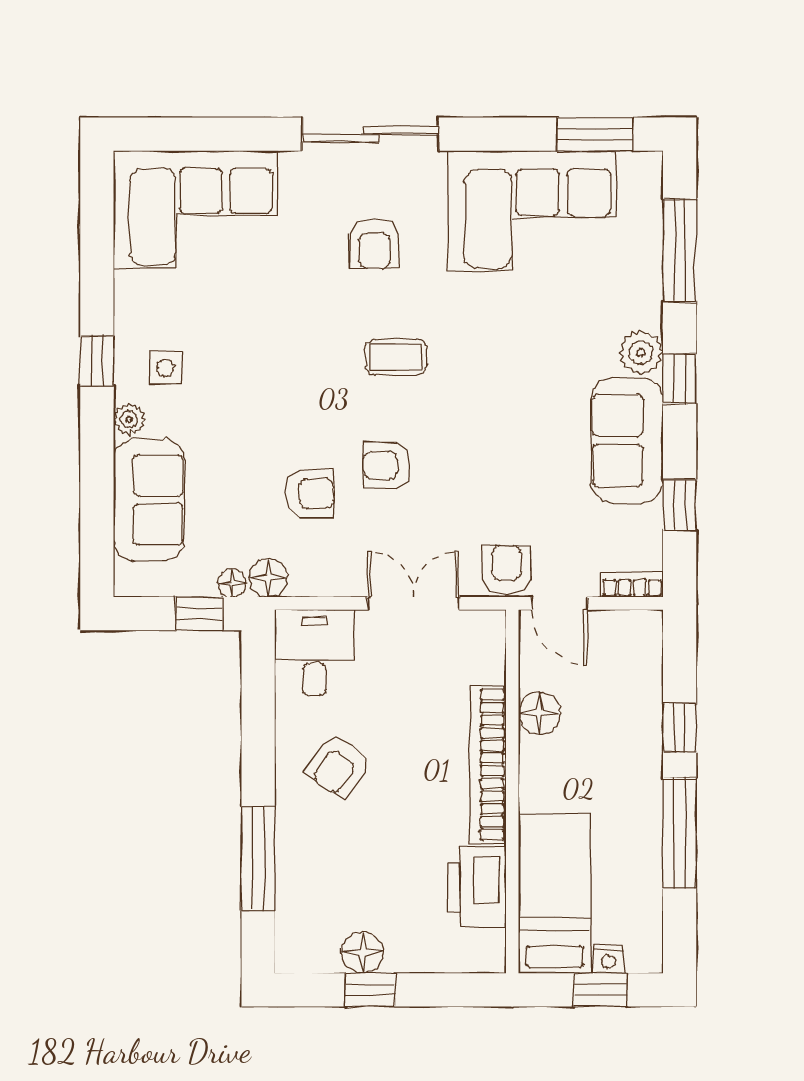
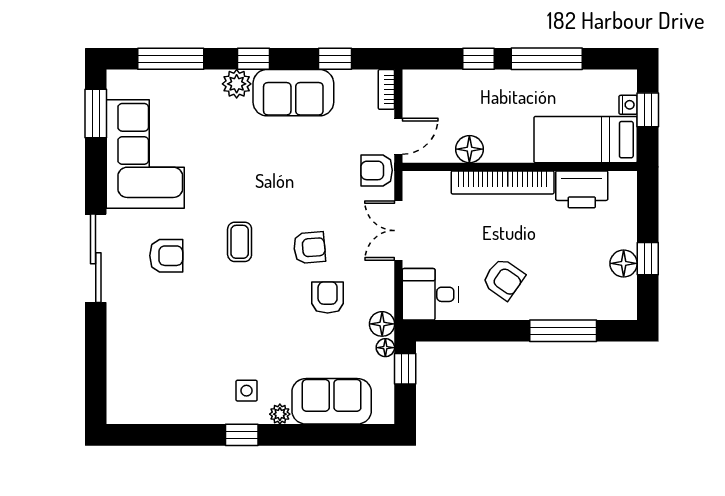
corner sofa: (195, 209) -> (144, 371), removed
armchair: (387, 465) -> (309, 248), turned -95

